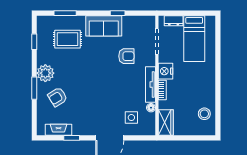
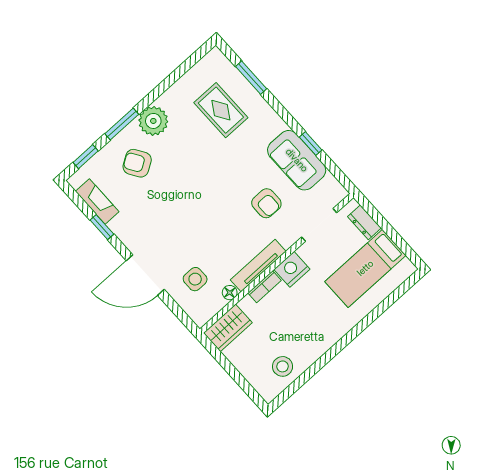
sofa: (104, 26) -> (297, 160), moved
window: (34, 42) -> (86, 157), moved

